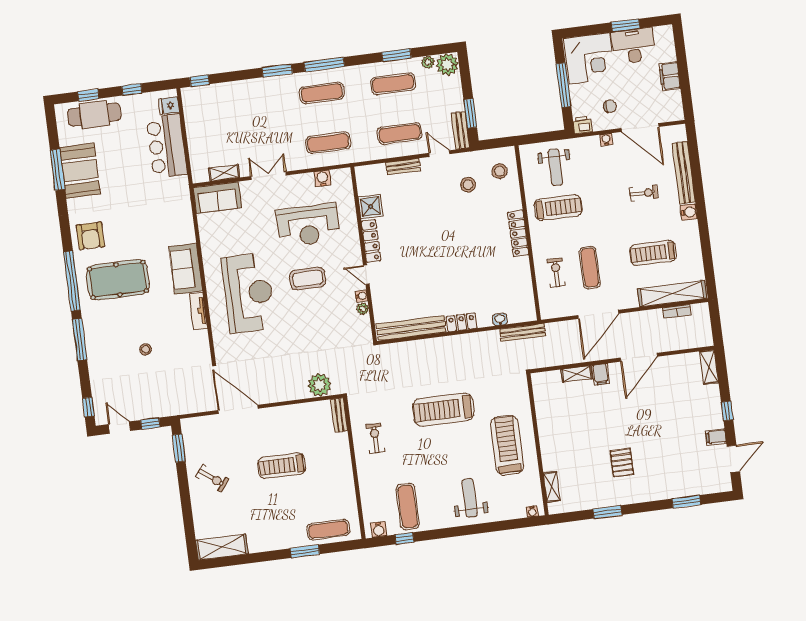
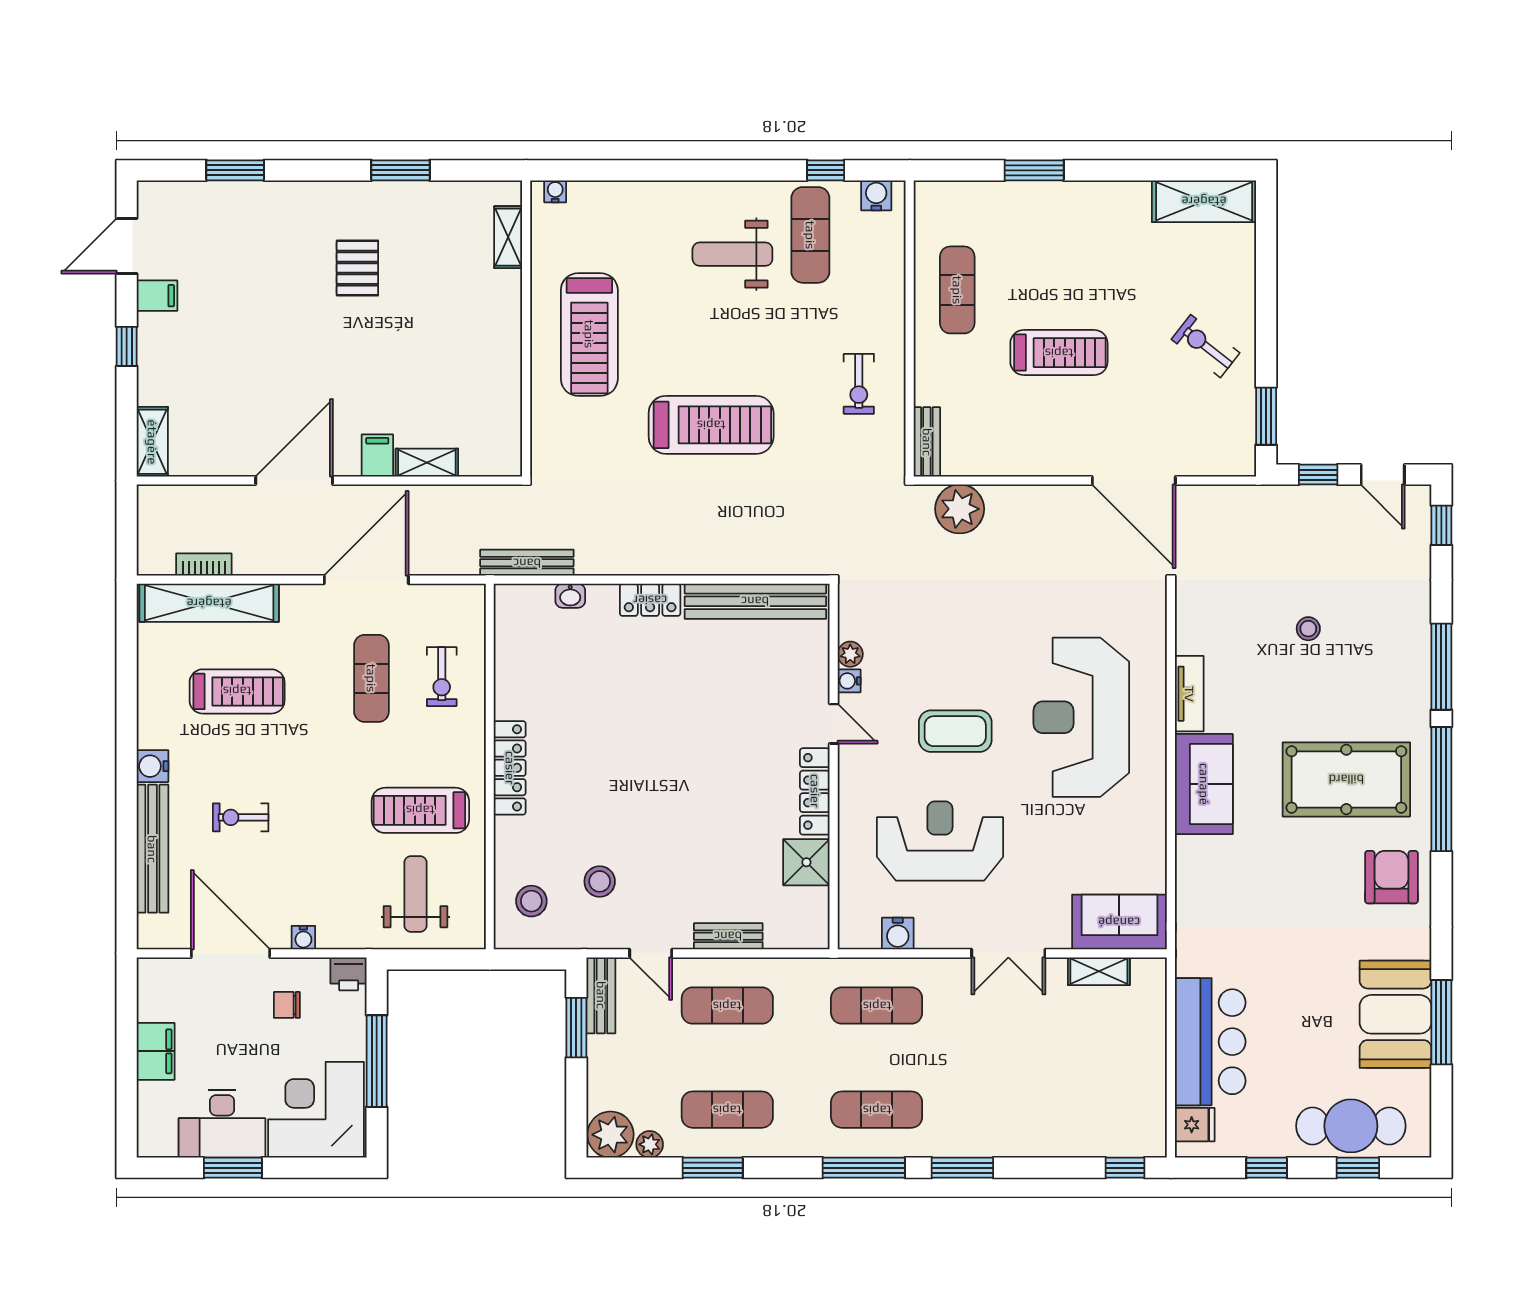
weight bench: (470, 498) -> (732, 254), moved, turned 90
exercise mat: (328, 530) -> (957, 290), moved, turned 90

